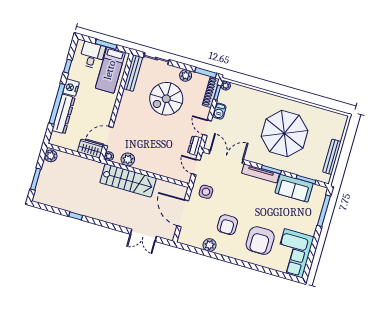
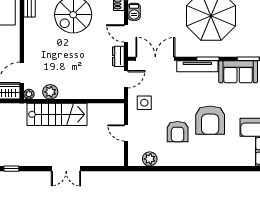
door: (196, 167) -> (126, 79), swing flipped
door: (183, 213) -> (126, 133), width x0.53
double door: (143, 235) -> (66, 169), moved
armchair: (260, 241) -> (210, 120), moved
plant: (209, 245) -> (150, 159), moved

